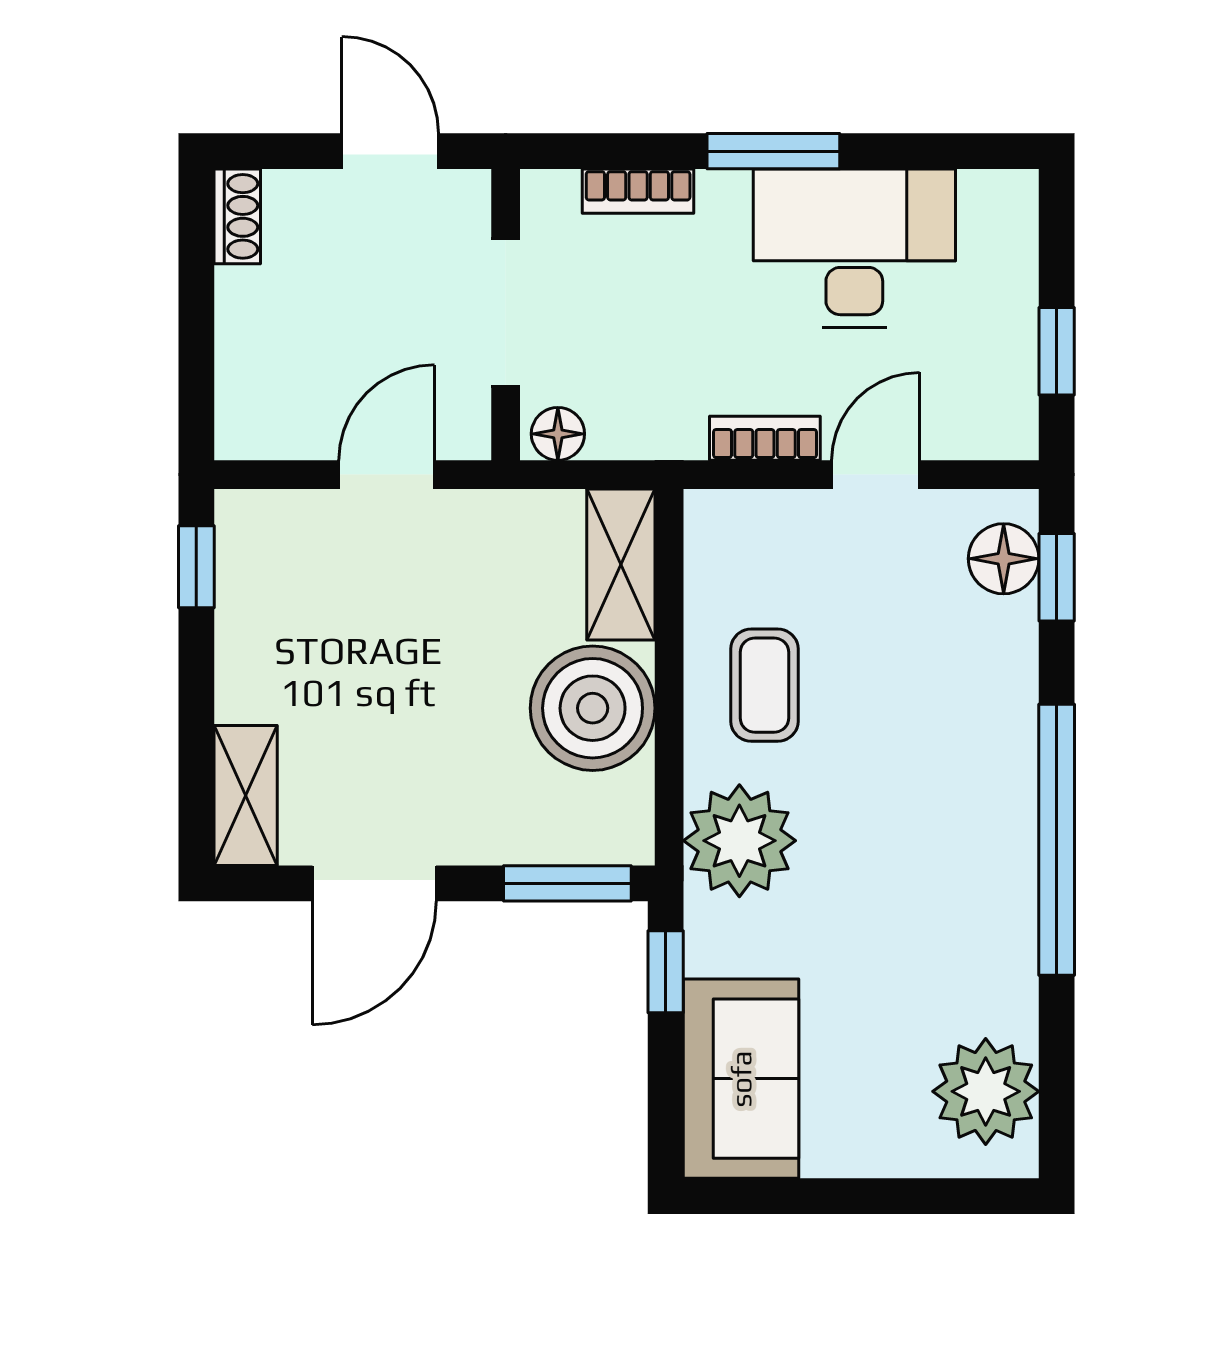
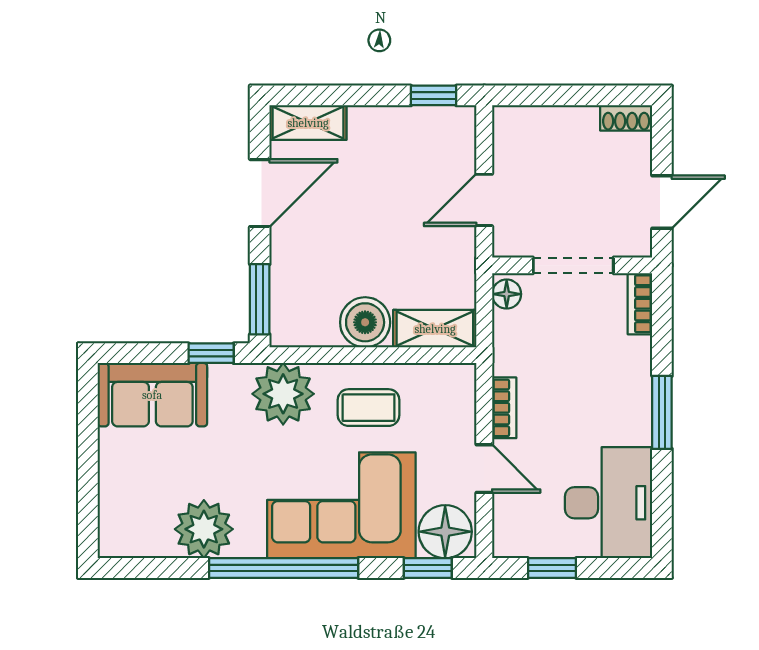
bookcase: (638, 191) -> (640, 304), moved
desk: (854, 248) -> (609, 503), moved
door: (387, 475) -> (484, 200), swing flipped
floor lamp: (1004, 559) -> (445, 532), width x1.38, depth x1.38
boiler: (593, 708) -> (365, 322), width x0.73, depth x0.73
corner sofa: (942, 735) -> (341, 505), added
door: (374, 883) -> (260, 193), swing flipped
plant: (986, 1091) -> (204, 529), moved

